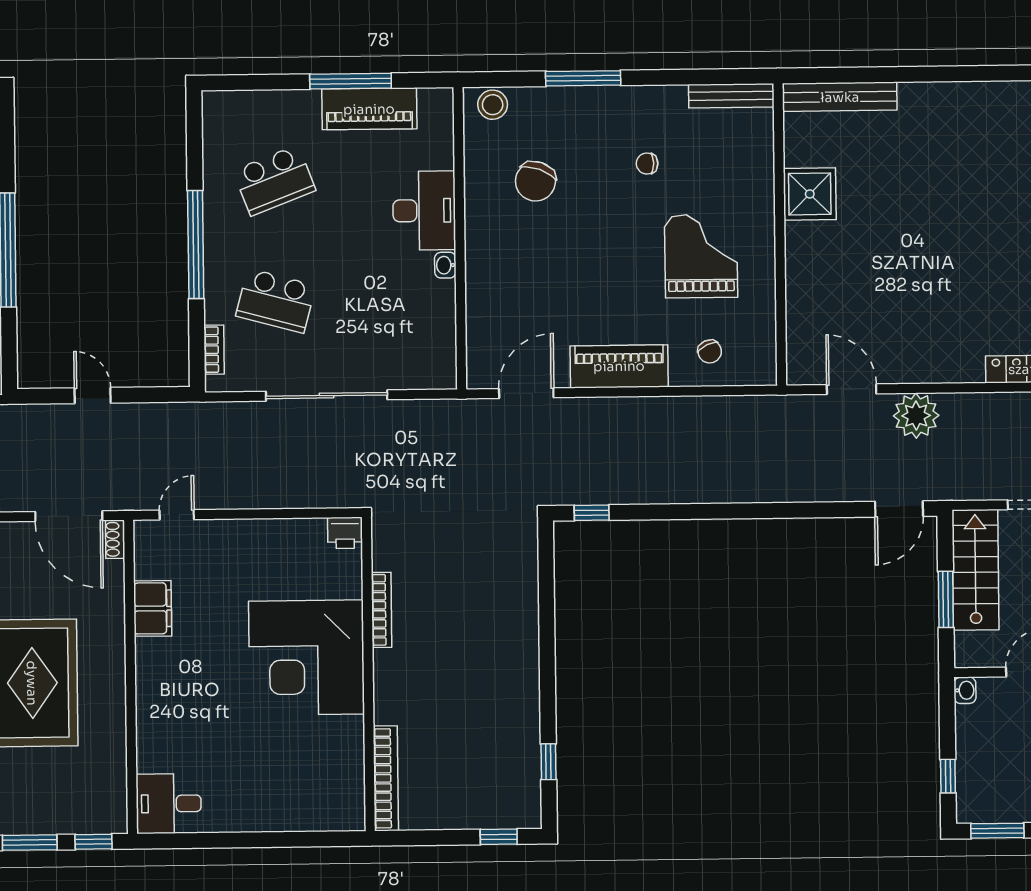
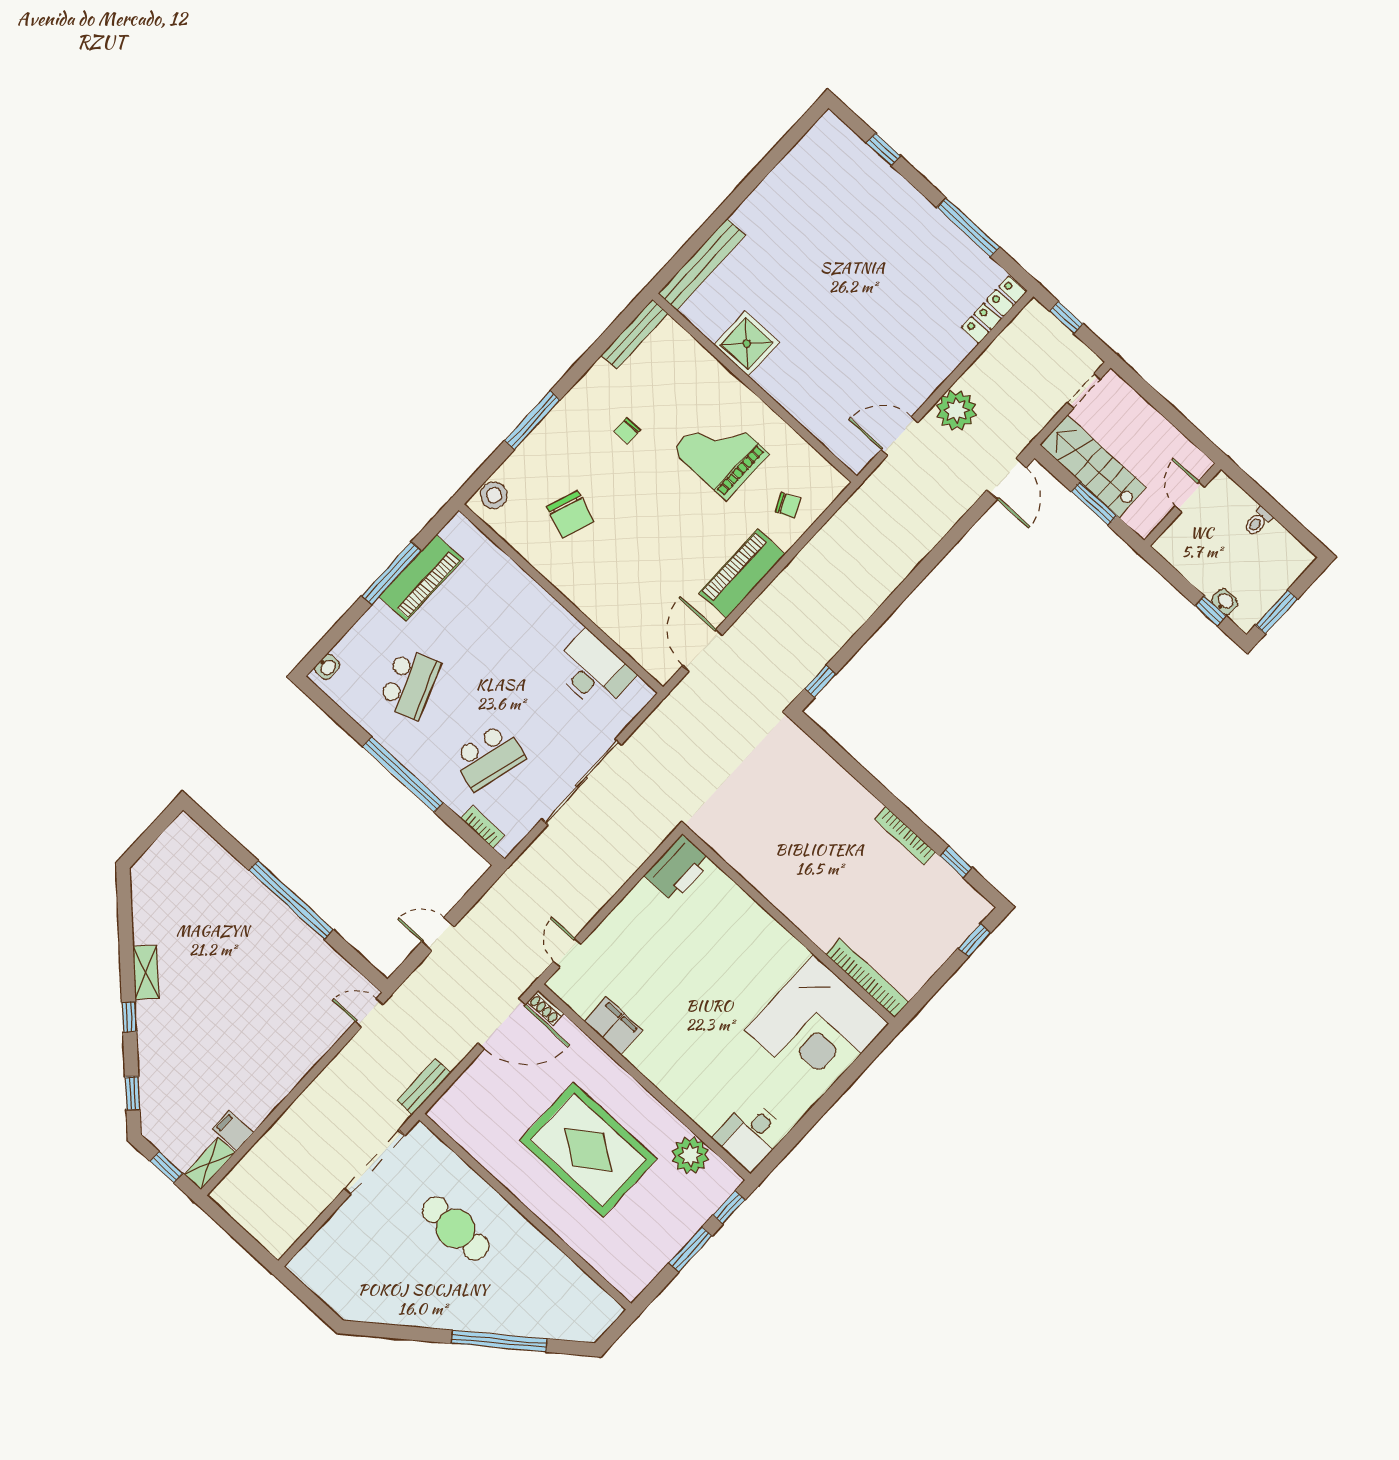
desk: (424, 211) -> (593, 671), moved
washbasin: (445, 265) -> (327, 667), moved, turned -90
printer: (345, 533) -> (678, 868), width x1.87, depth x1.48
bookcase: (382, 610) -> (905, 836), moved, turned 180
corner desk: (306, 658) -> (817, 1027), moved
washbasin: (965, 690) -> (1225, 602), moved
plant: (106, 770) -> (690, 1155), added

